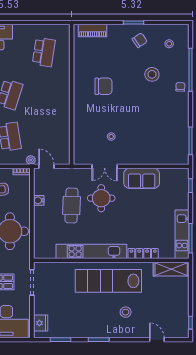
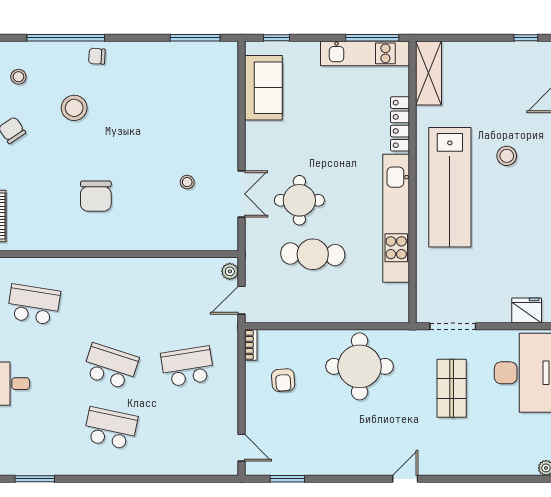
chair: (103, 86) -> (96, 196), turned 180
plant: (31, 160) -> (230, 271), moved
sofa: (142, 178) -> (263, 88), moved
water cooler: (39, 200) -> (303, 314), removed

